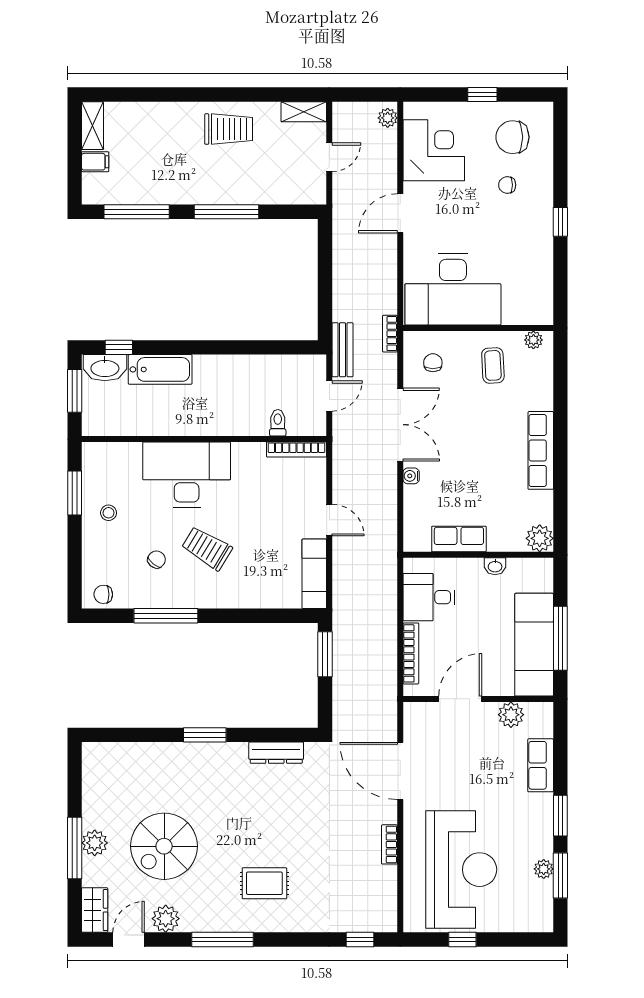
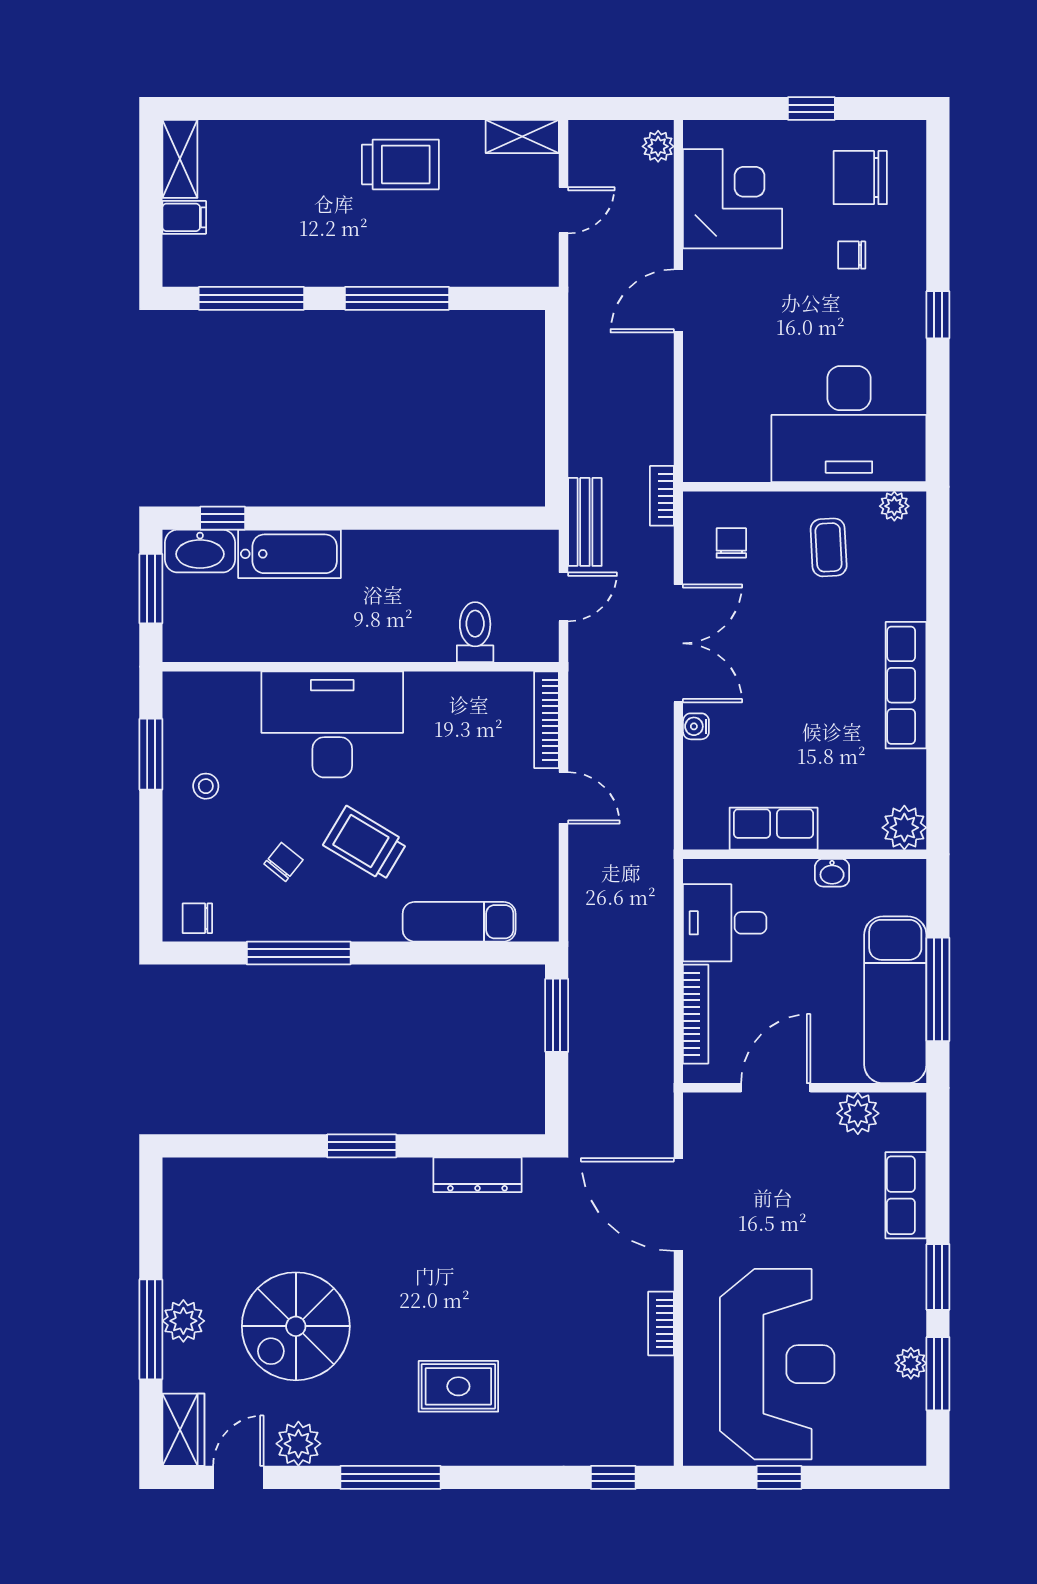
desk: (453, 289) -> (849, 424), moved
toilet: (278, 423) -> (475, 632), width x1.37, depth x1.39
bookcase: (297, 450) -> (547, 720), moved, turned 90
exam couch: (314, 574) -> (459, 922), moved, turned 90

